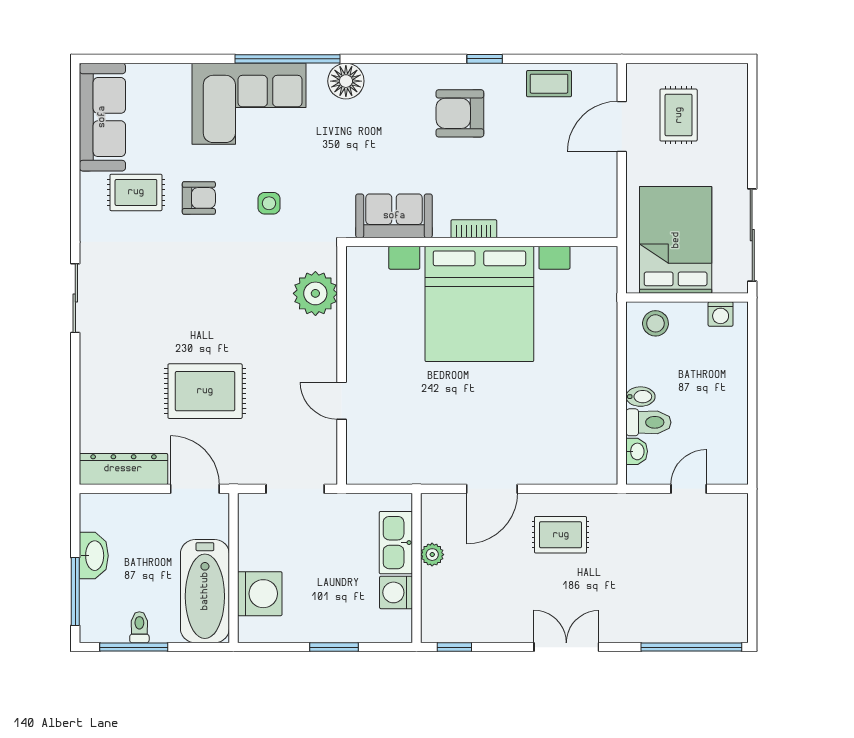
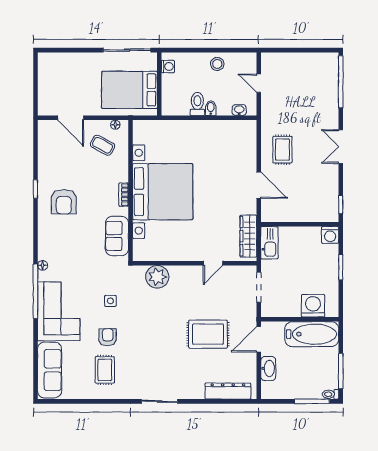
floor lamp: (346, 81) -> (43, 265), width x0.53, depth x0.53
coffee table: (549, 84) -> (103, 145), moved, turned -62
rug: (679, 115) -> (65, 88), removed
sofa: (102, 117) -> (50, 370), moved, turned 90
floor lamp: (609, 213) -> (115, 125), added
stool: (655, 323) -> (217, 64), moved
rug: (205, 391) -> (208, 334), turned 90
toilet: (648, 422) -> (197, 104), moved
dresser: (123, 469) -> (228, 391), moved, turned 90
wardrobe: (394, 469) -> (248, 236), added
kitchen sink: (396, 543) -> (269, 243), moved, turned -90
plant: (432, 555) -> (293, 216), removed
washbasin: (94, 556) -> (268, 368), moved, turned 90
washing machine: (396, 592) -> (330, 235), moved
toilet: (139, 627) -> (330, 394), moved

